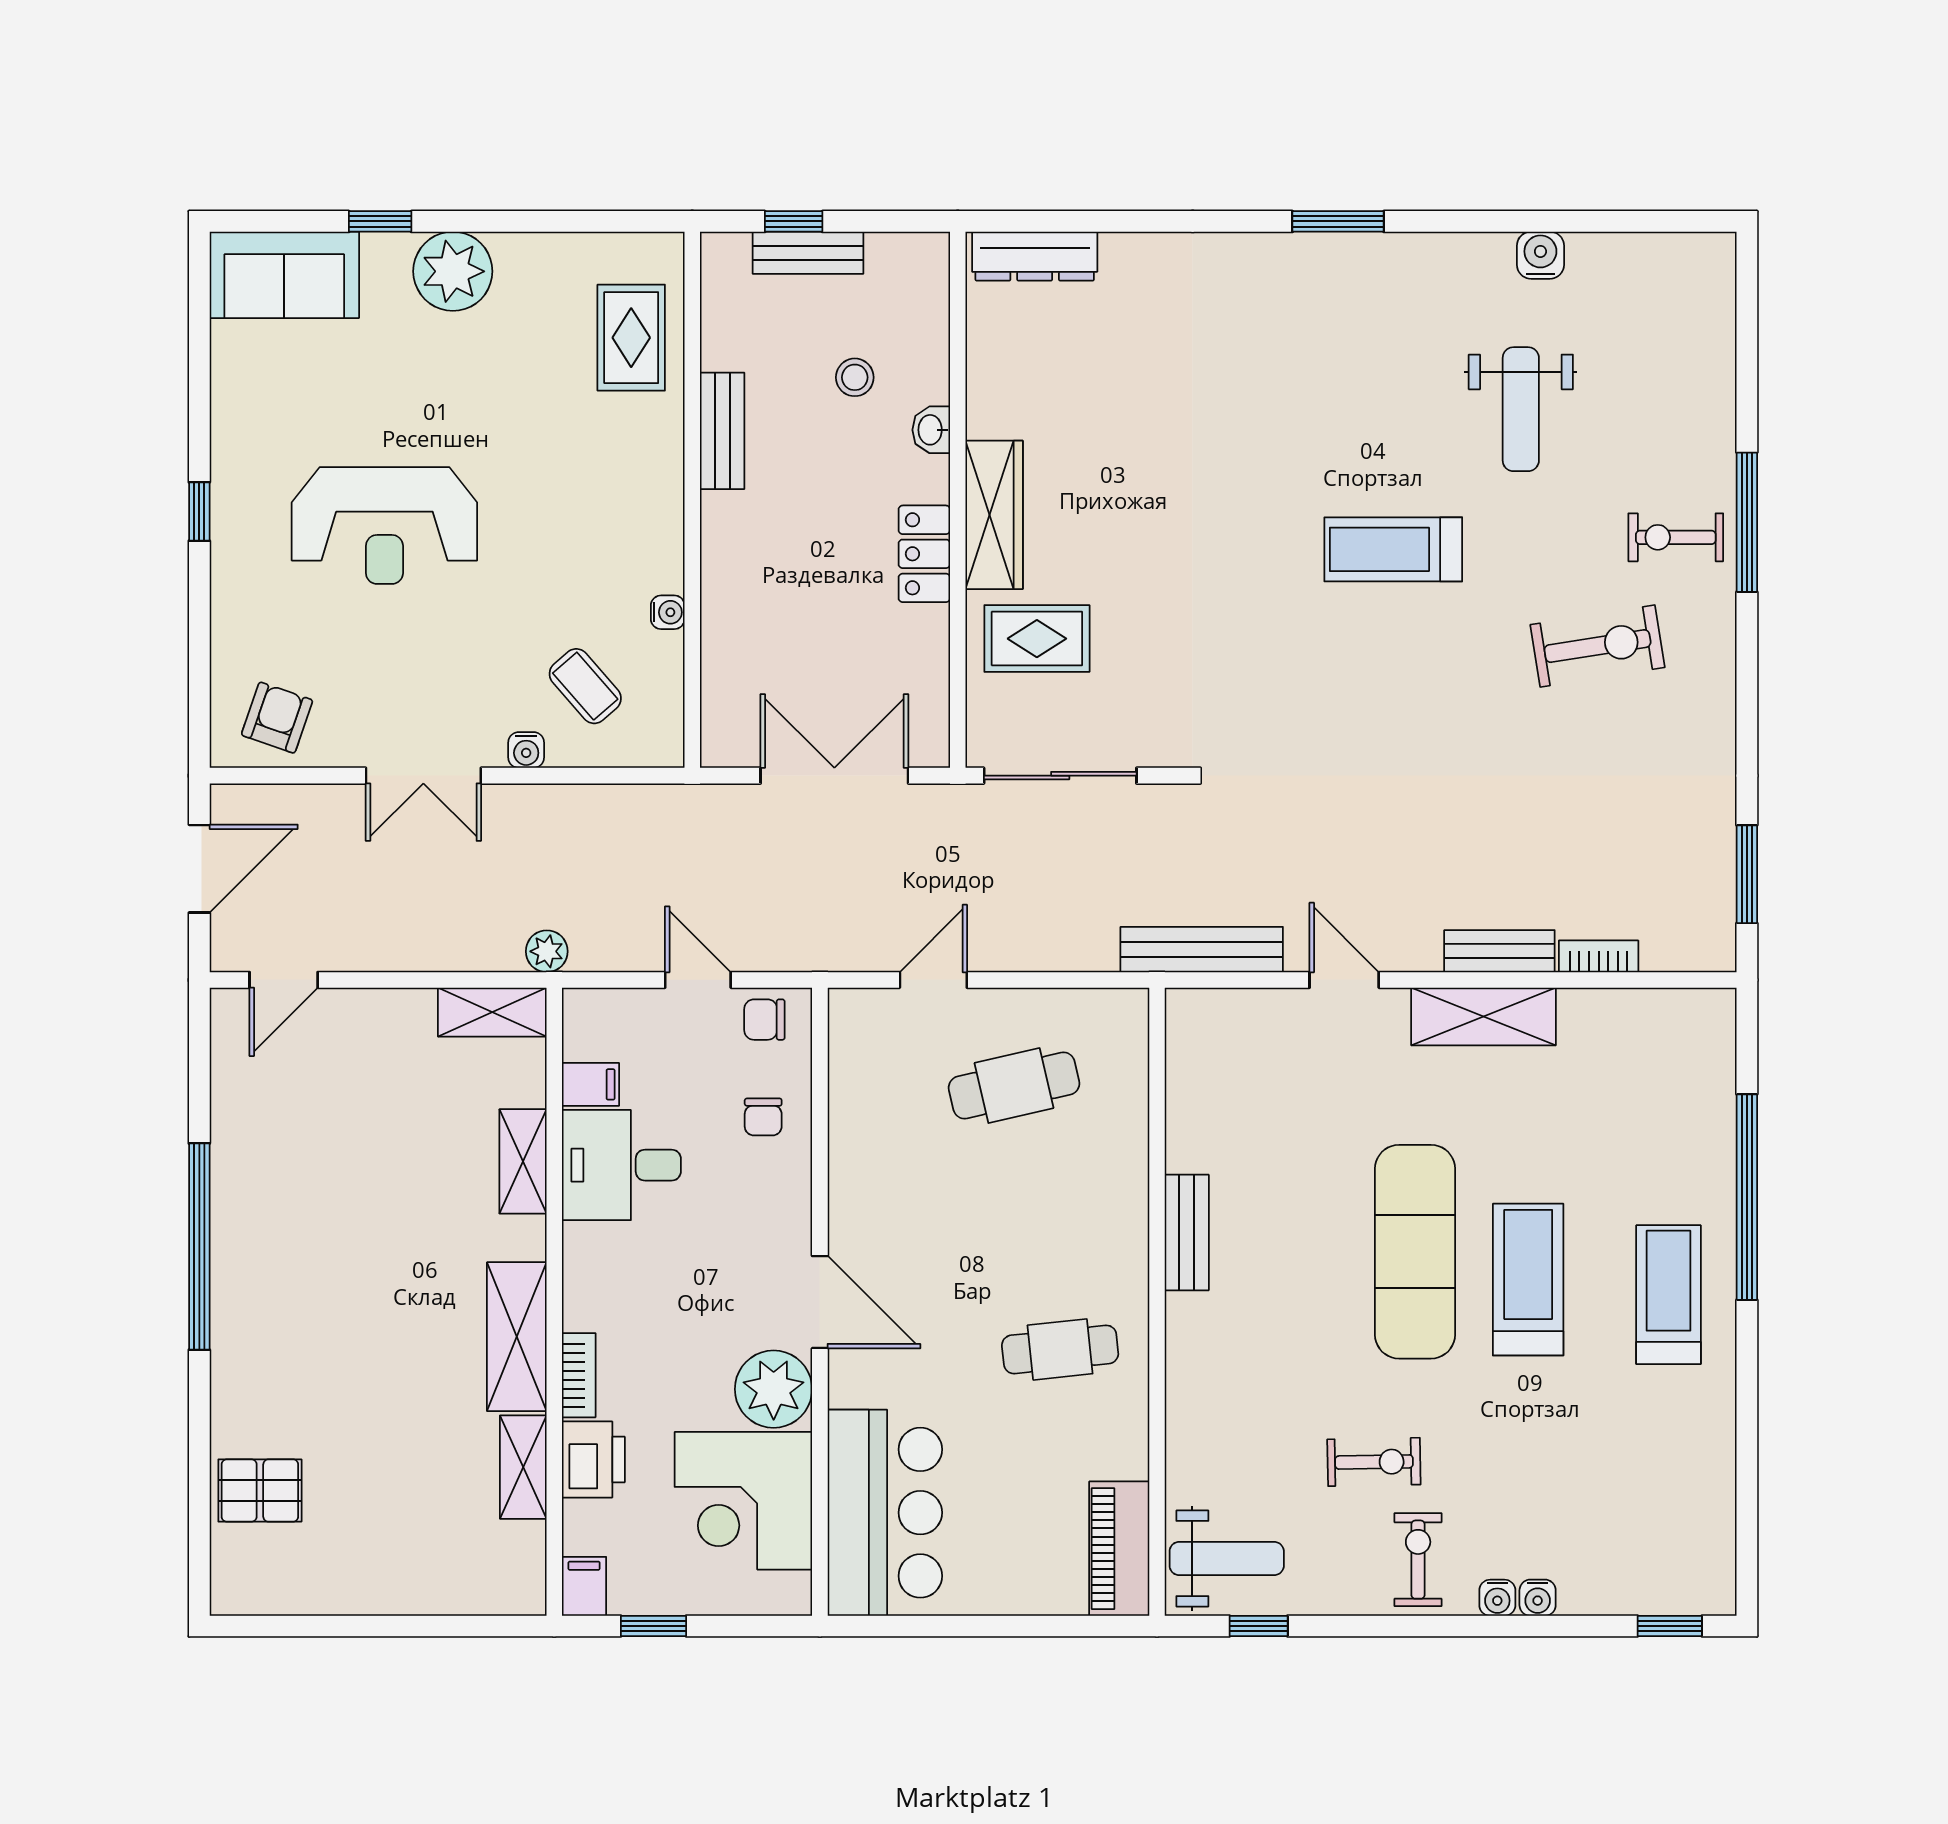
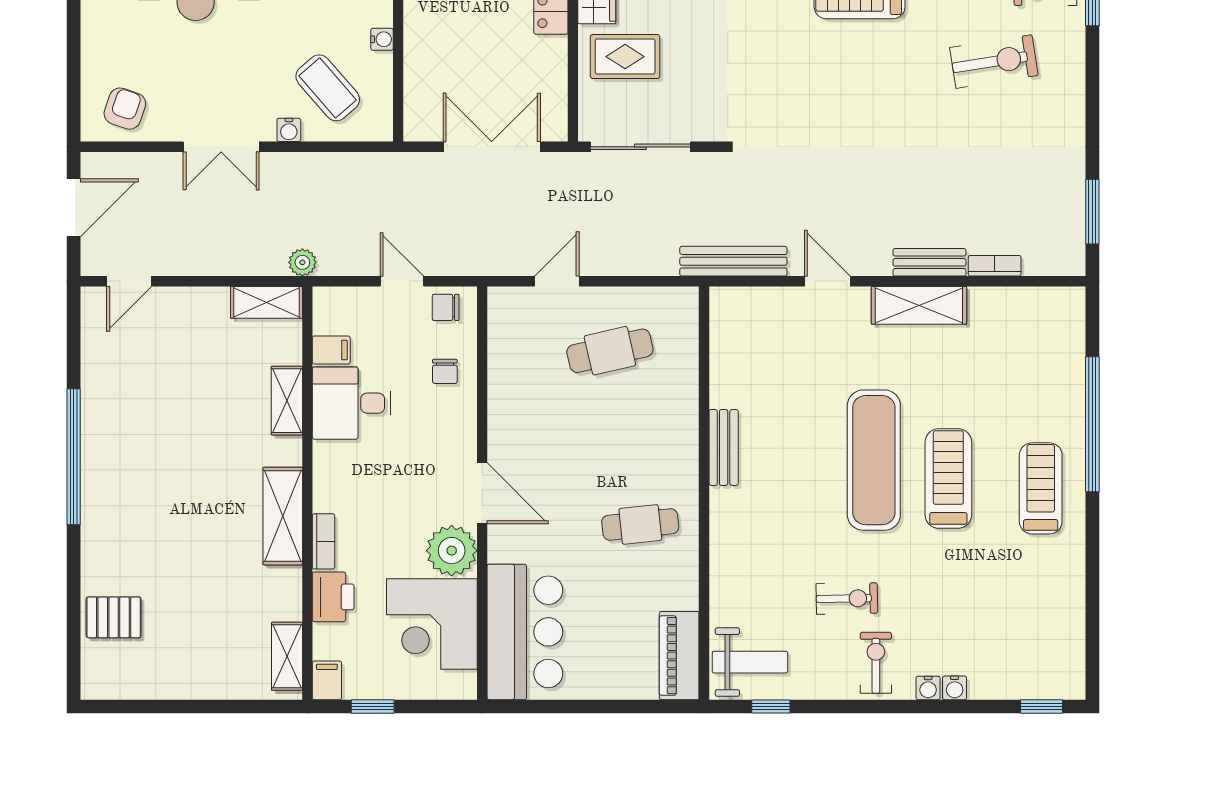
coffee table: (585, 686) -> (328, 88), width x1.36, depth x1.30
shelving: (523, 1467) -> (287, 656), moved

